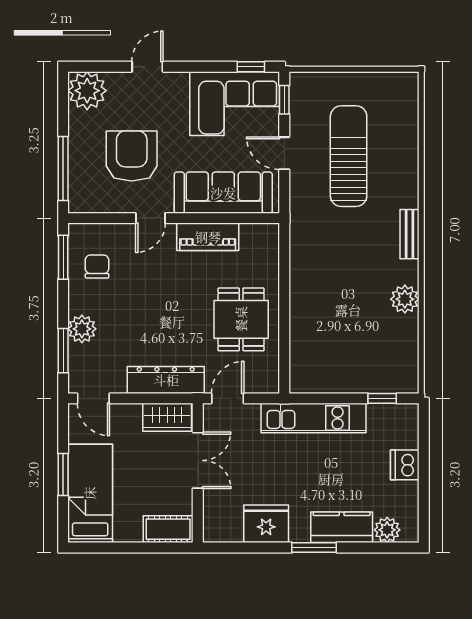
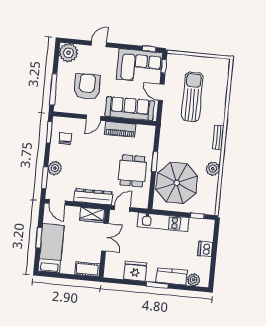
window: (284, 296) -> (155, 162), added
parasol: (334, 335) -> (177, 183), added

